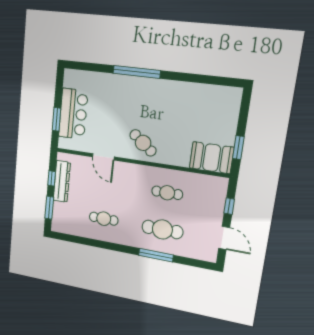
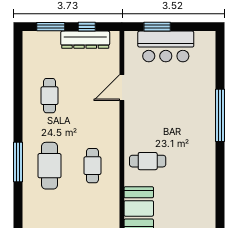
cafe table: (143, 143) -> (148, 161), moved, turned 52

